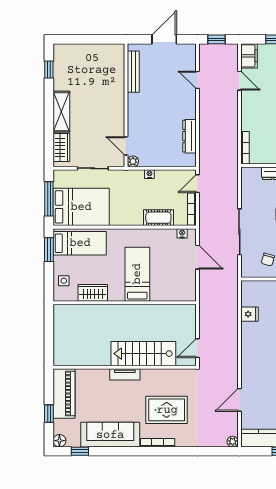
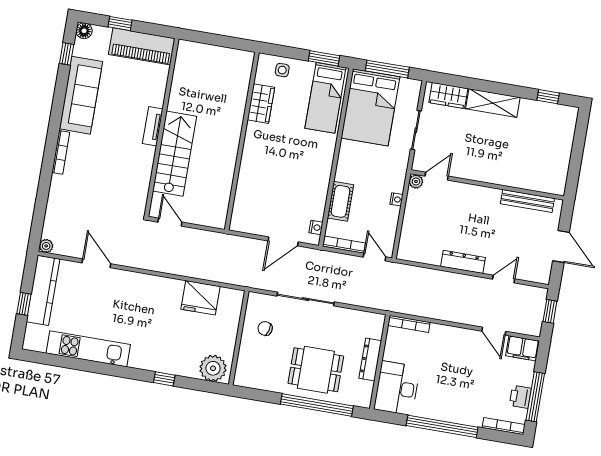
door: (239, 81) -> (494, 331), hinge flipped
dresser: (189, 136) -> (463, 262), moved
bed: (137, 274) -> (275, 163), removed
fridge: (250, 314) -> (201, 298), width x1.88, depth x1.34
rug: (167, 410) -> (100, 171), removed

